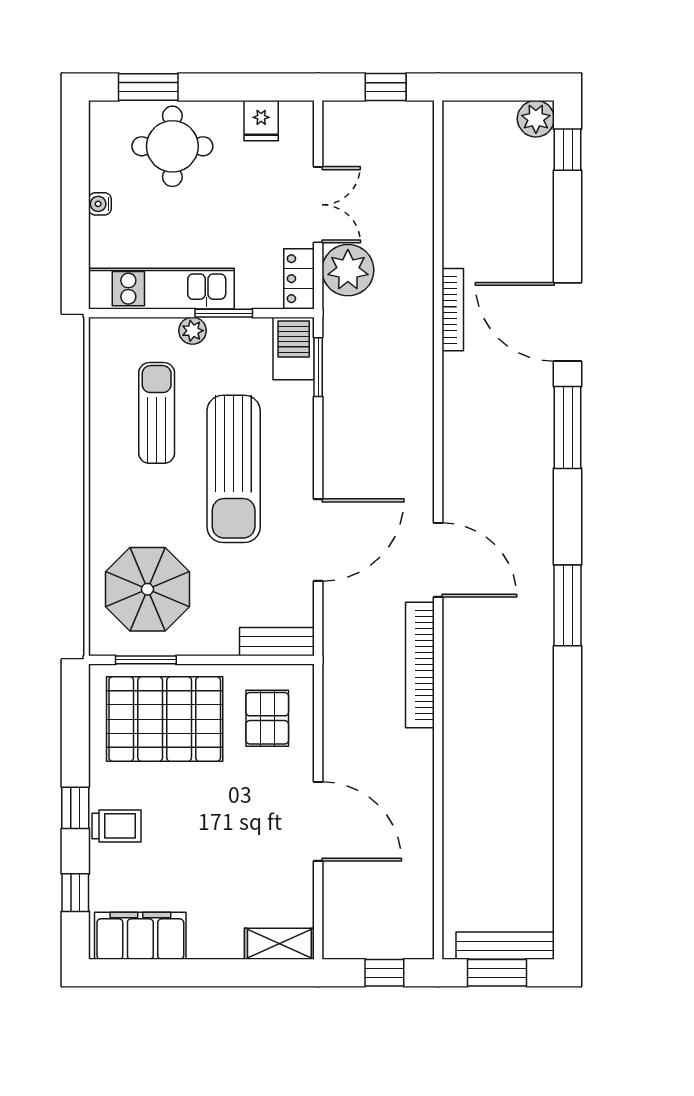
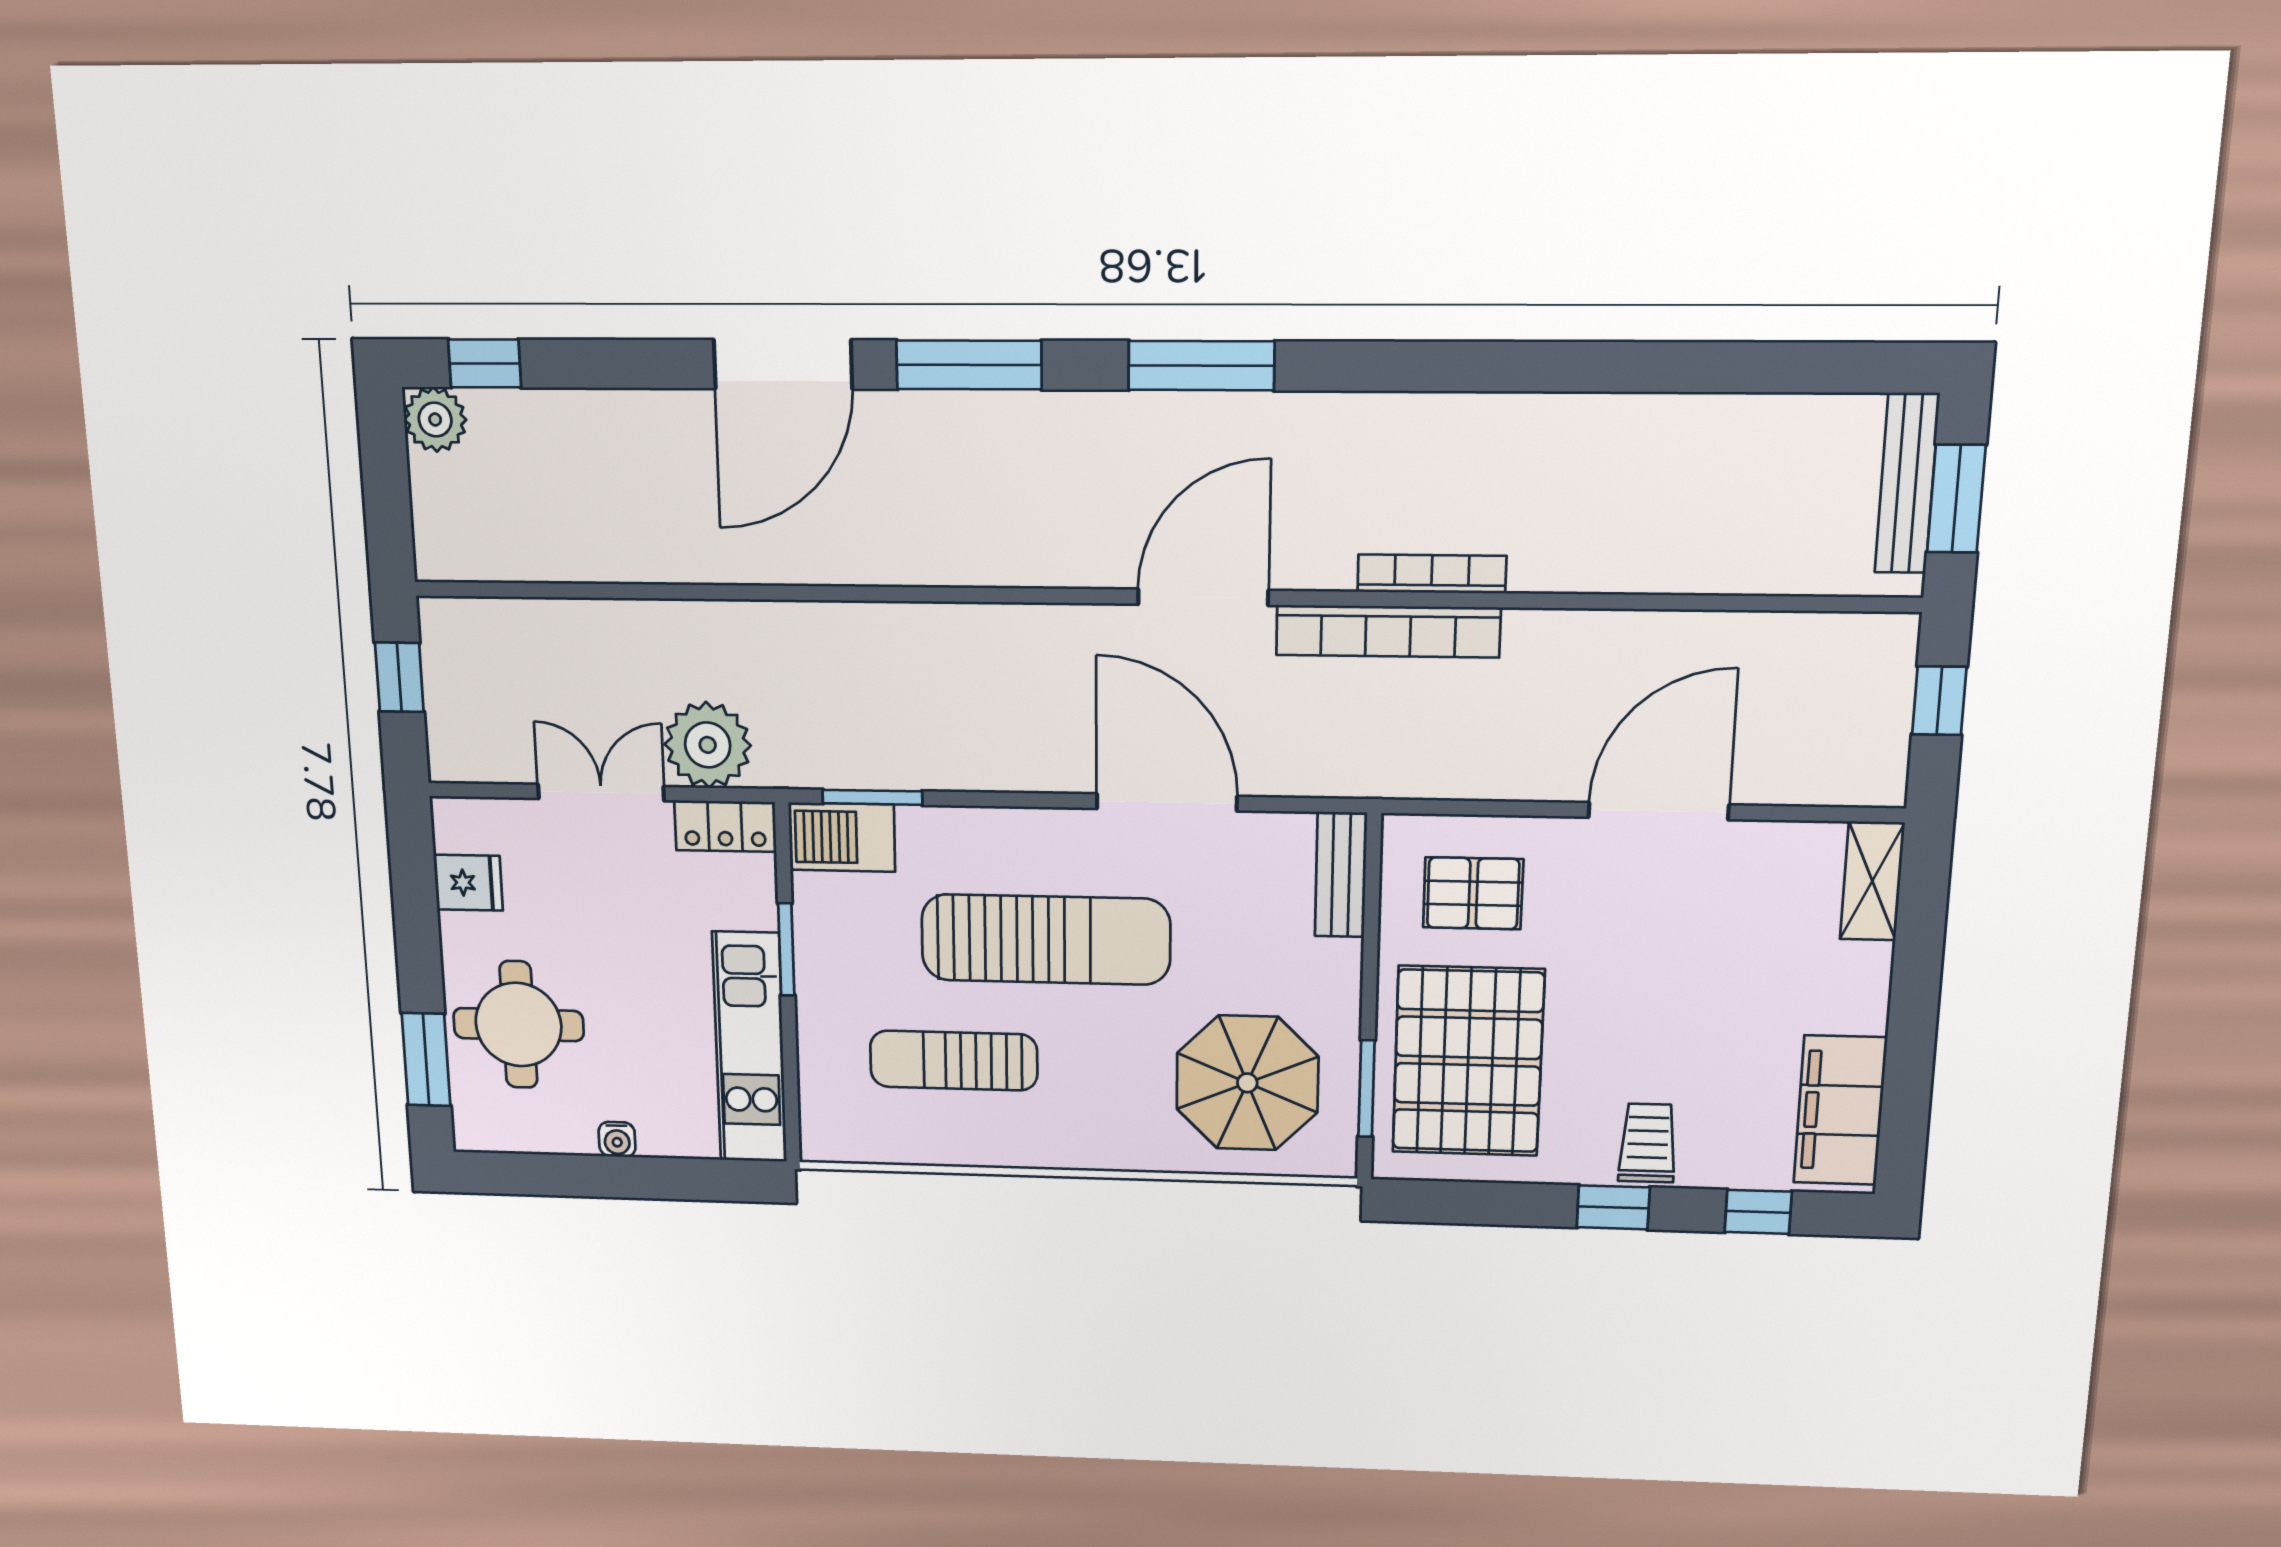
bookcase: (453, 310) -> (1432, 574), moved
plant: (193, 331) -> (817, 1000), removed
window: (568, 605) -> (1201, 366), moved

